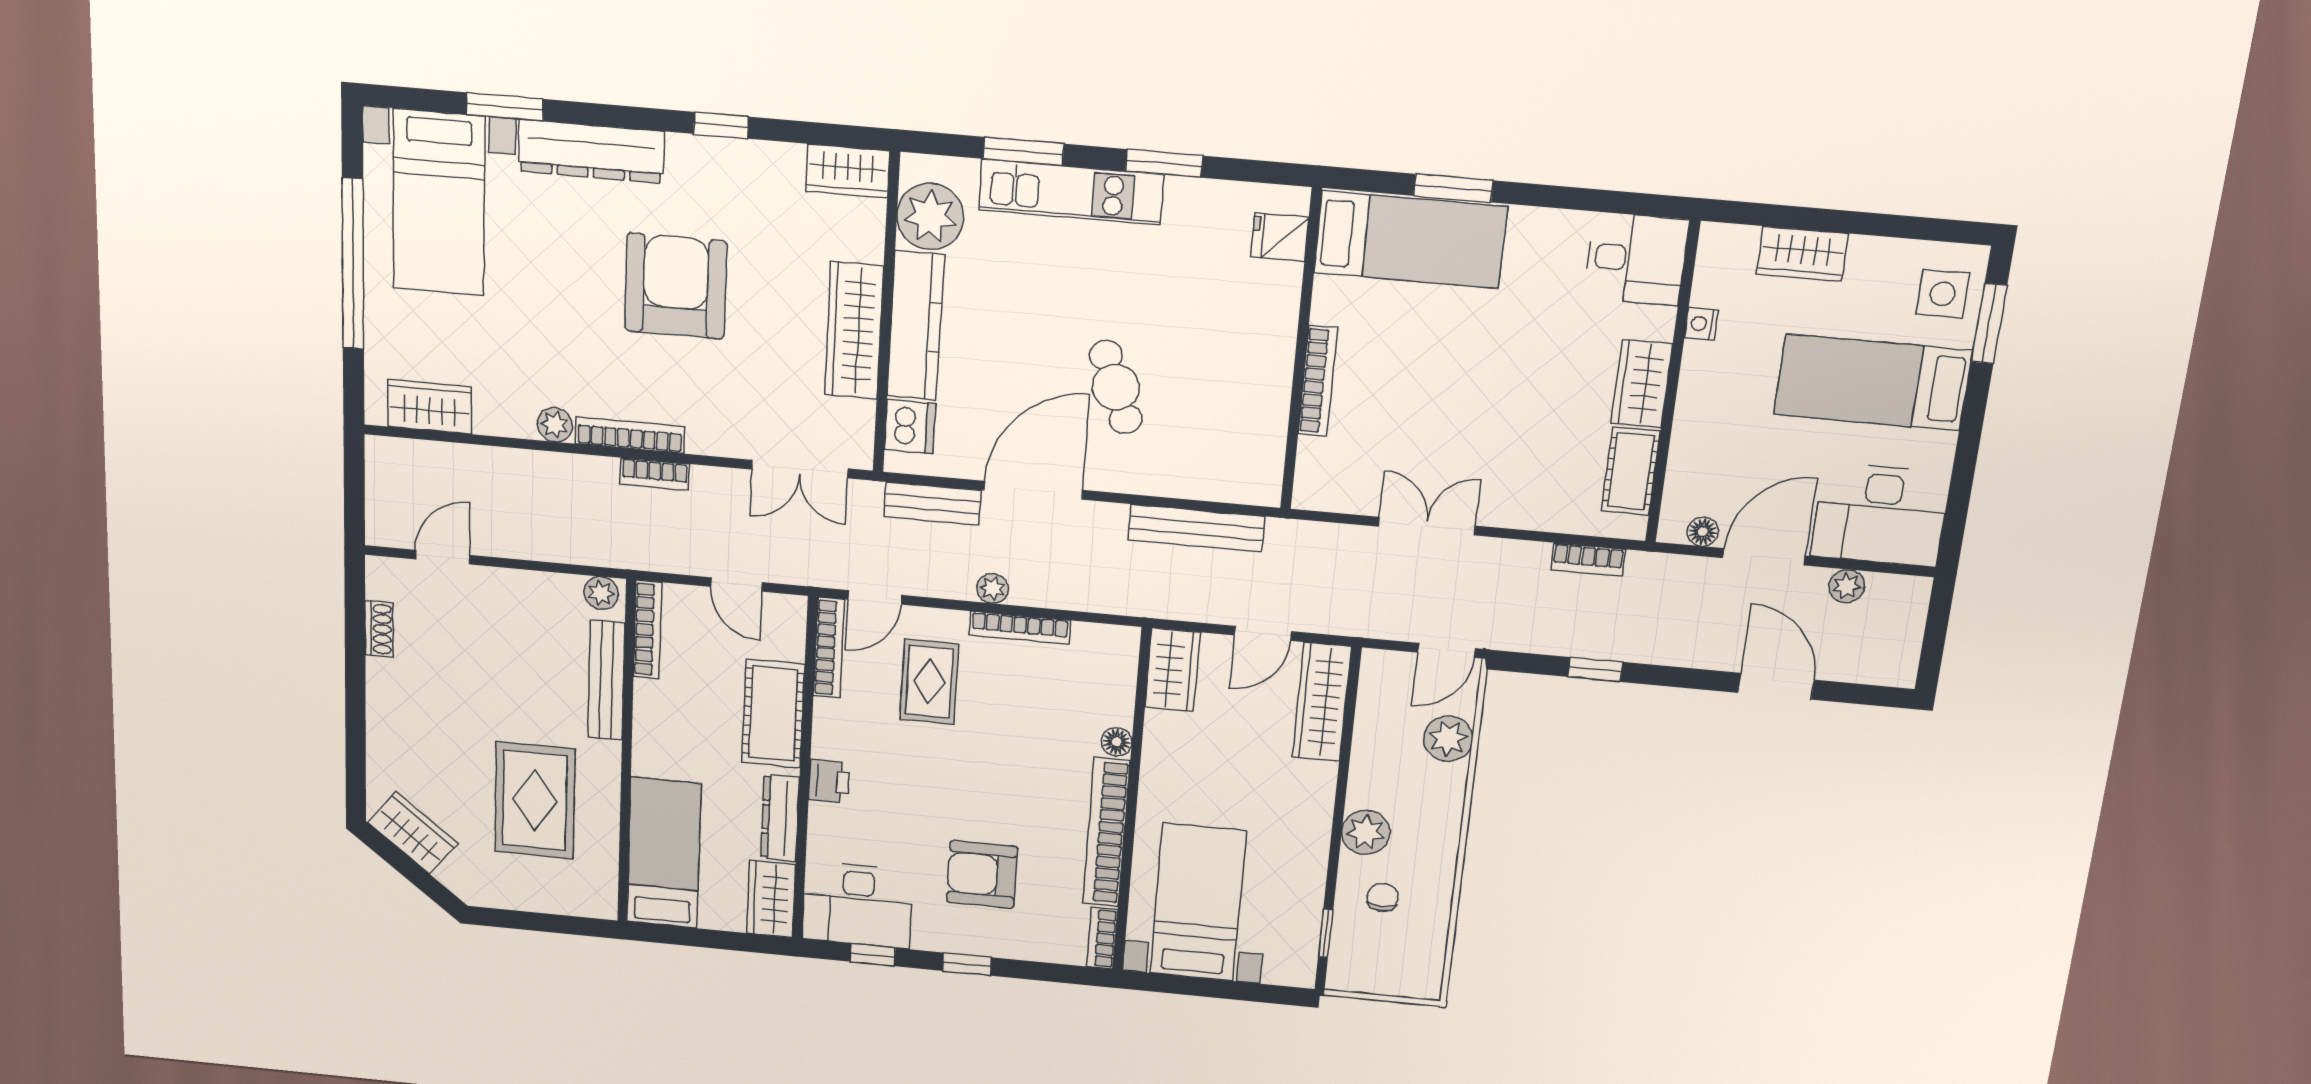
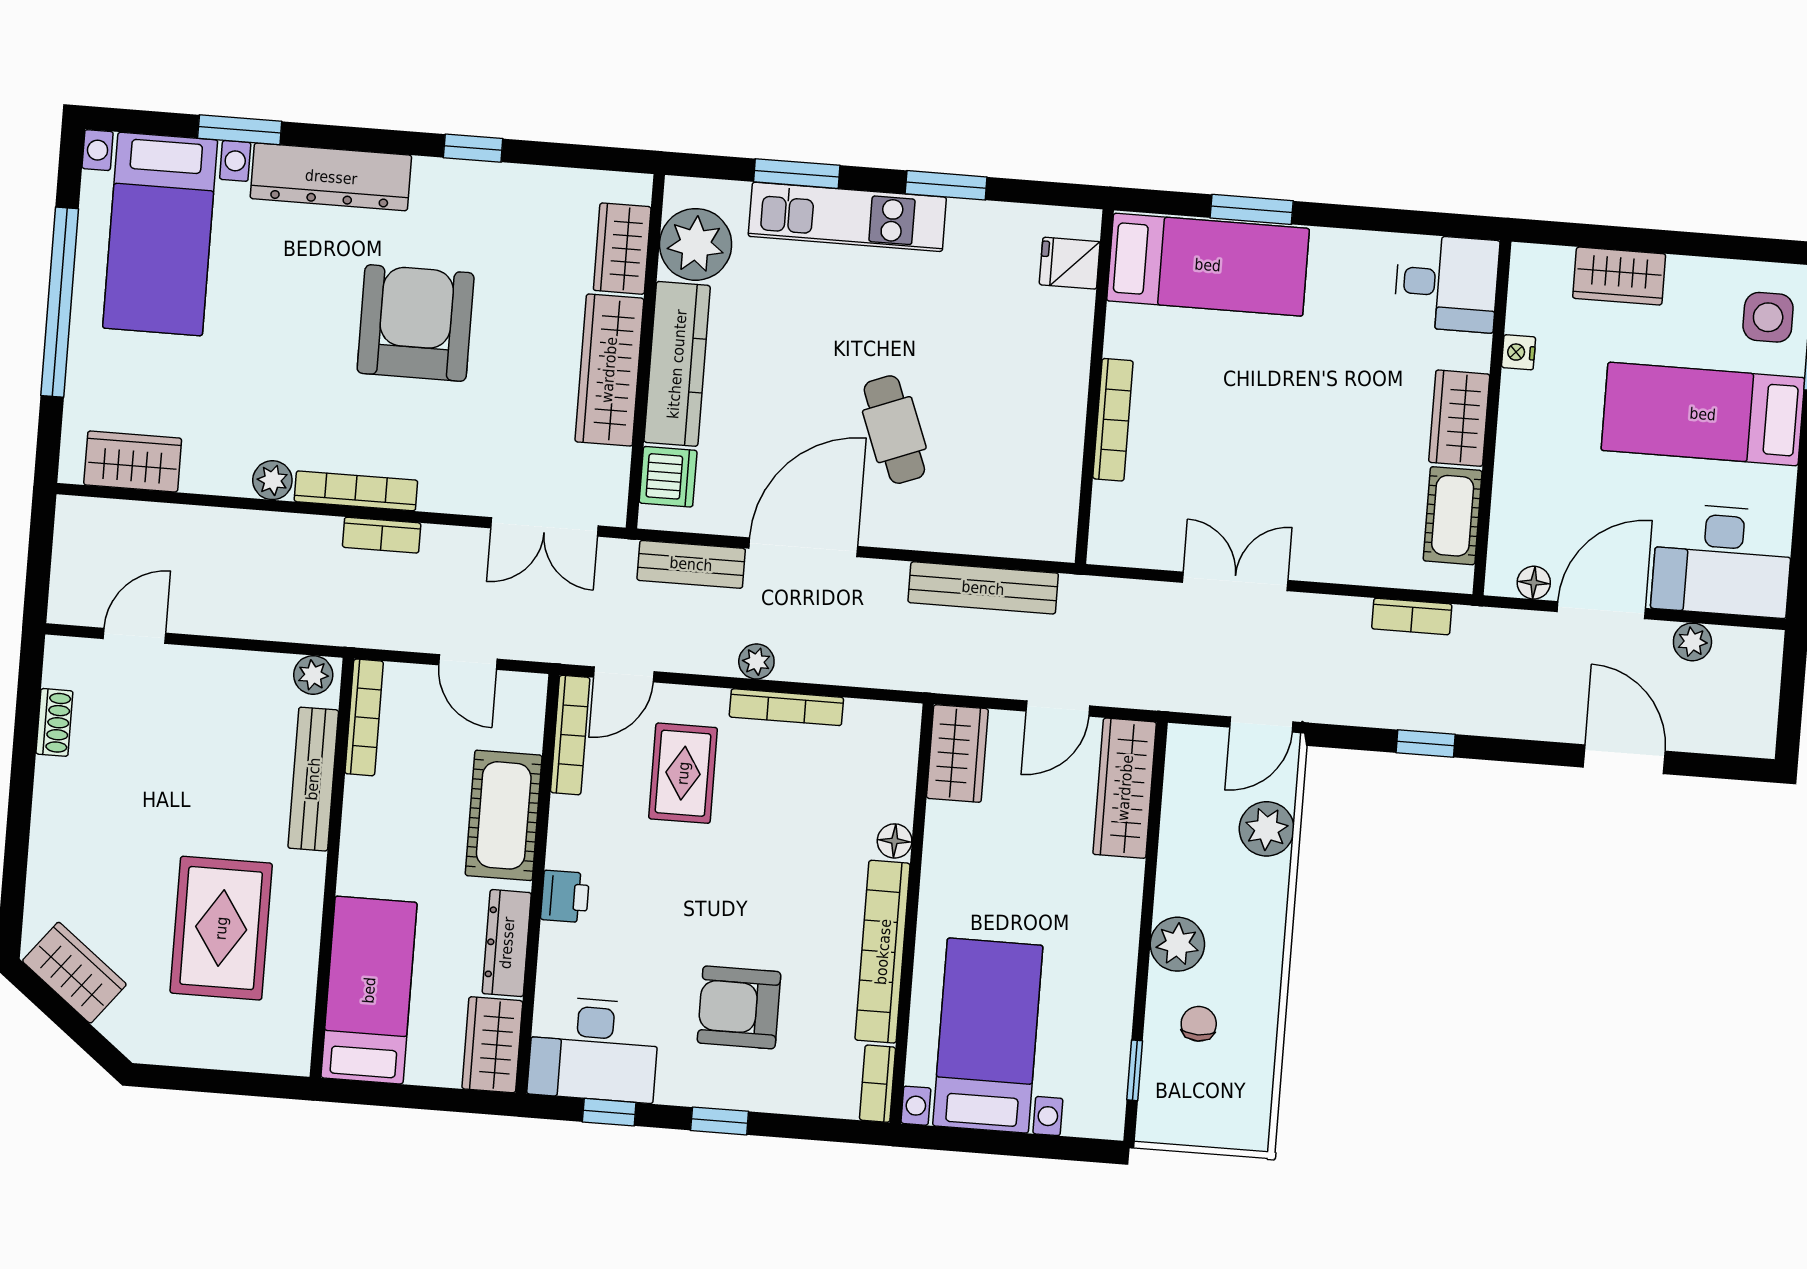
wardrobe: (848, 171) -> (622, 249), moved, turned 90

